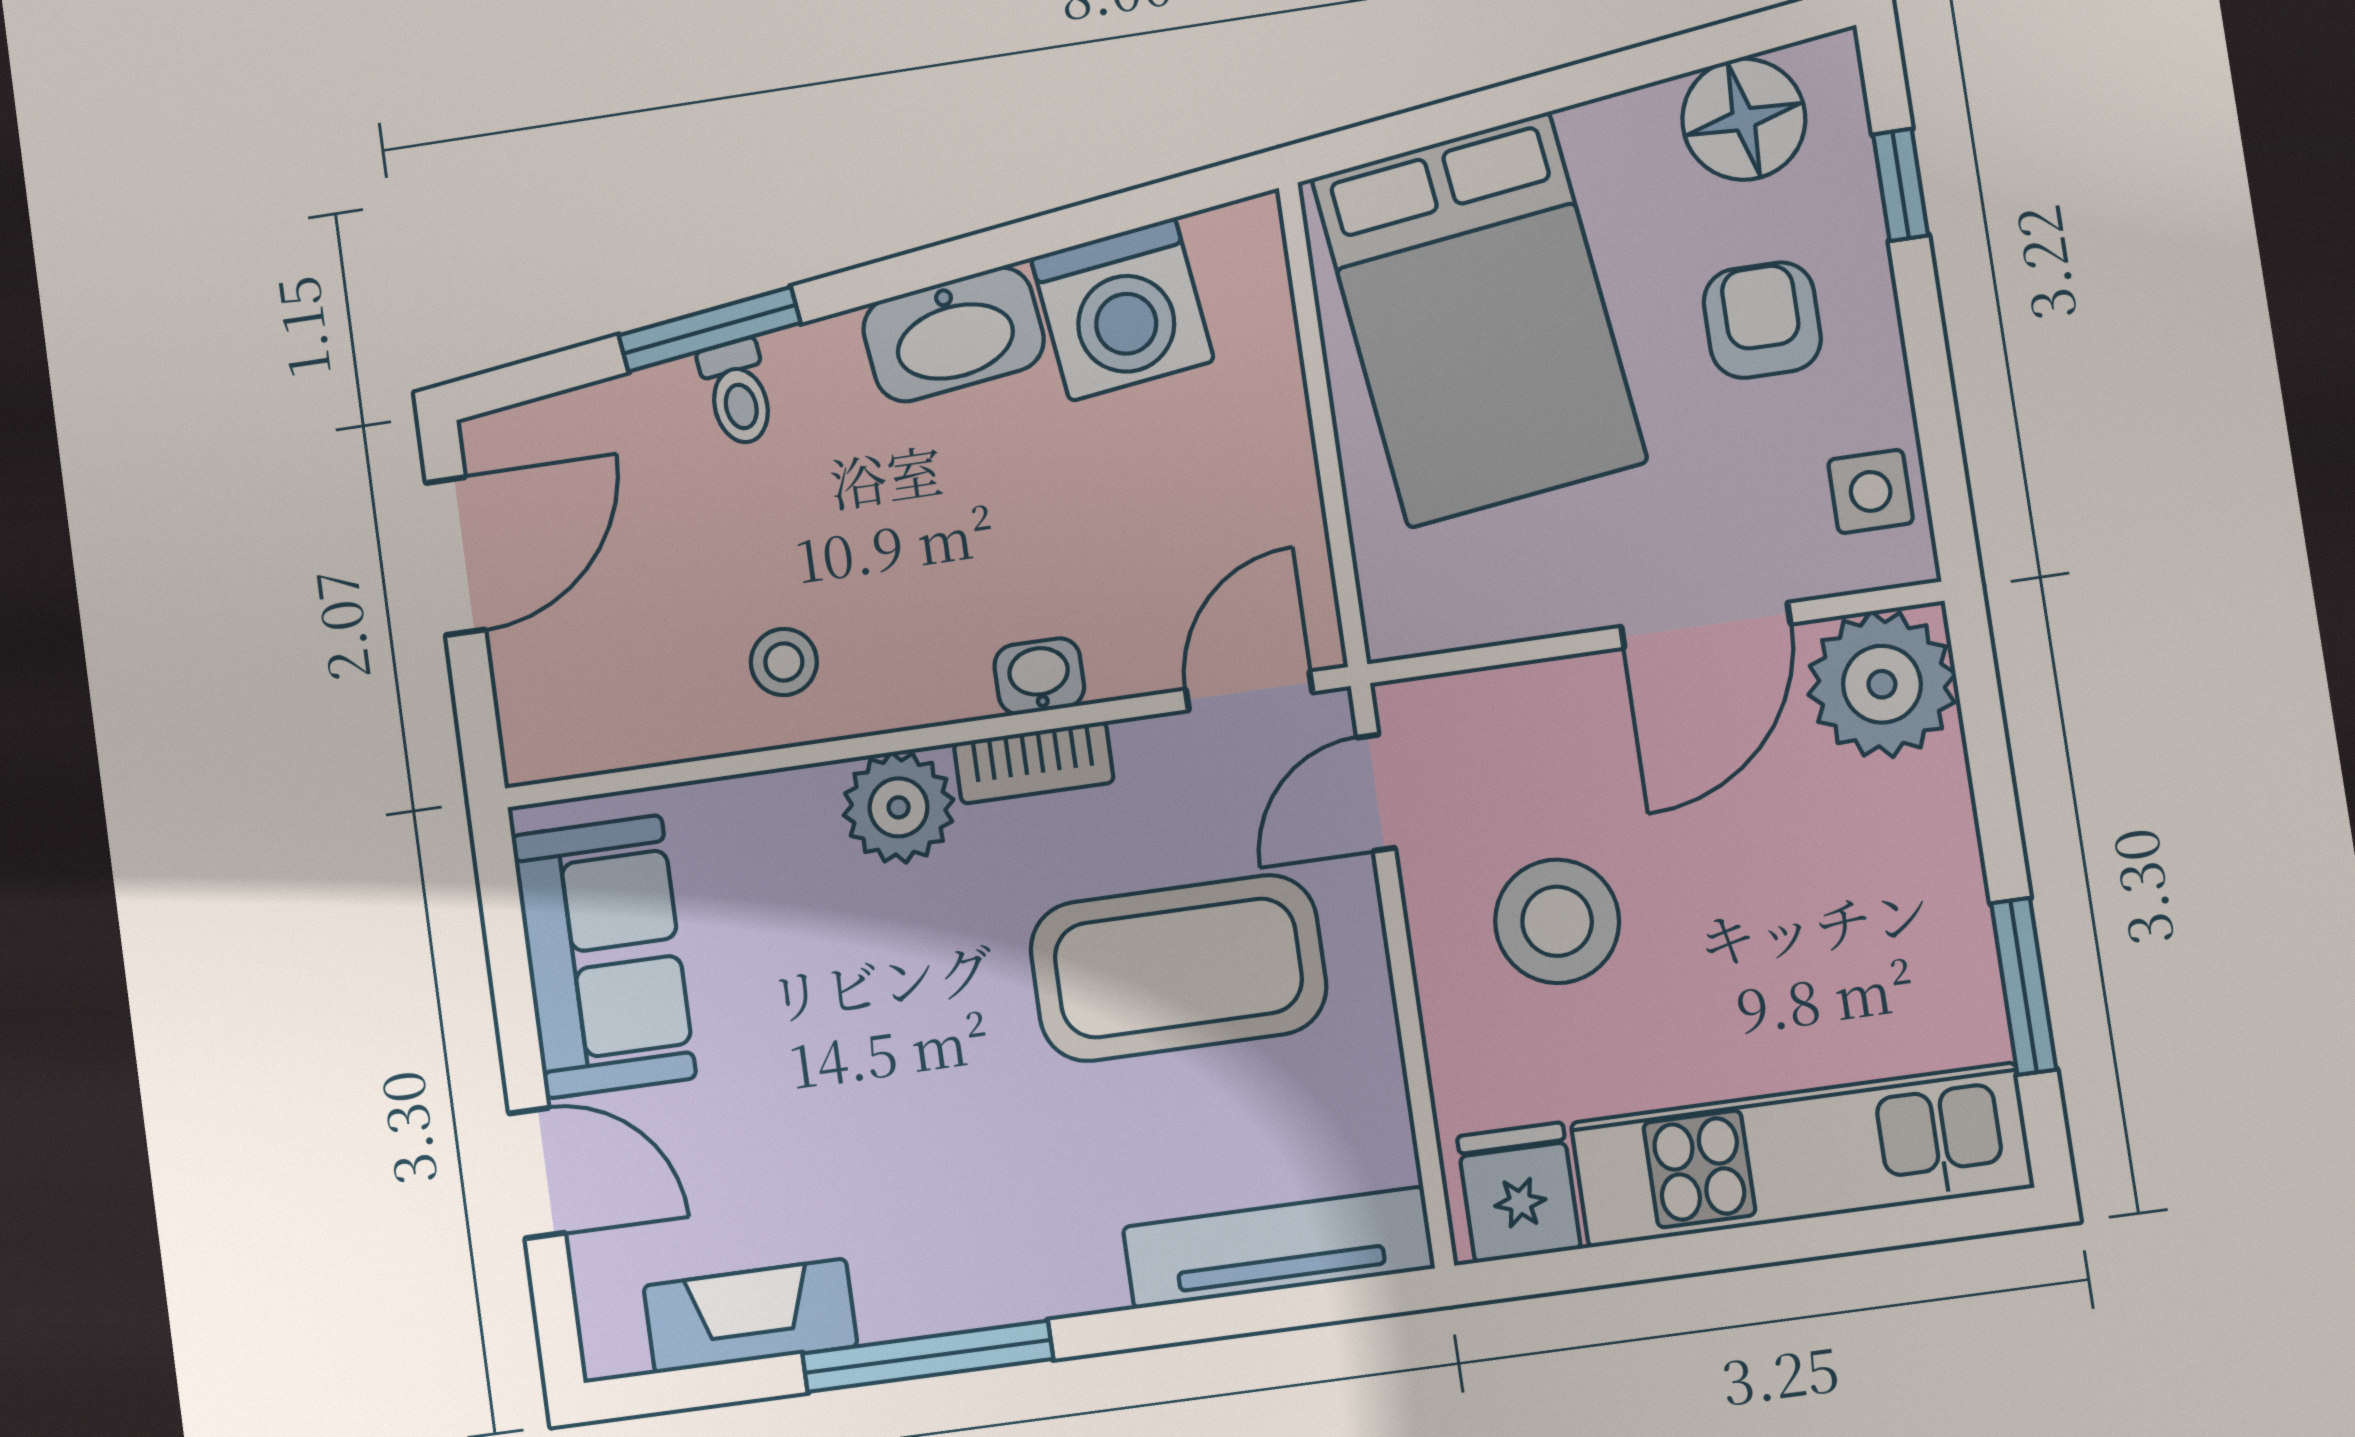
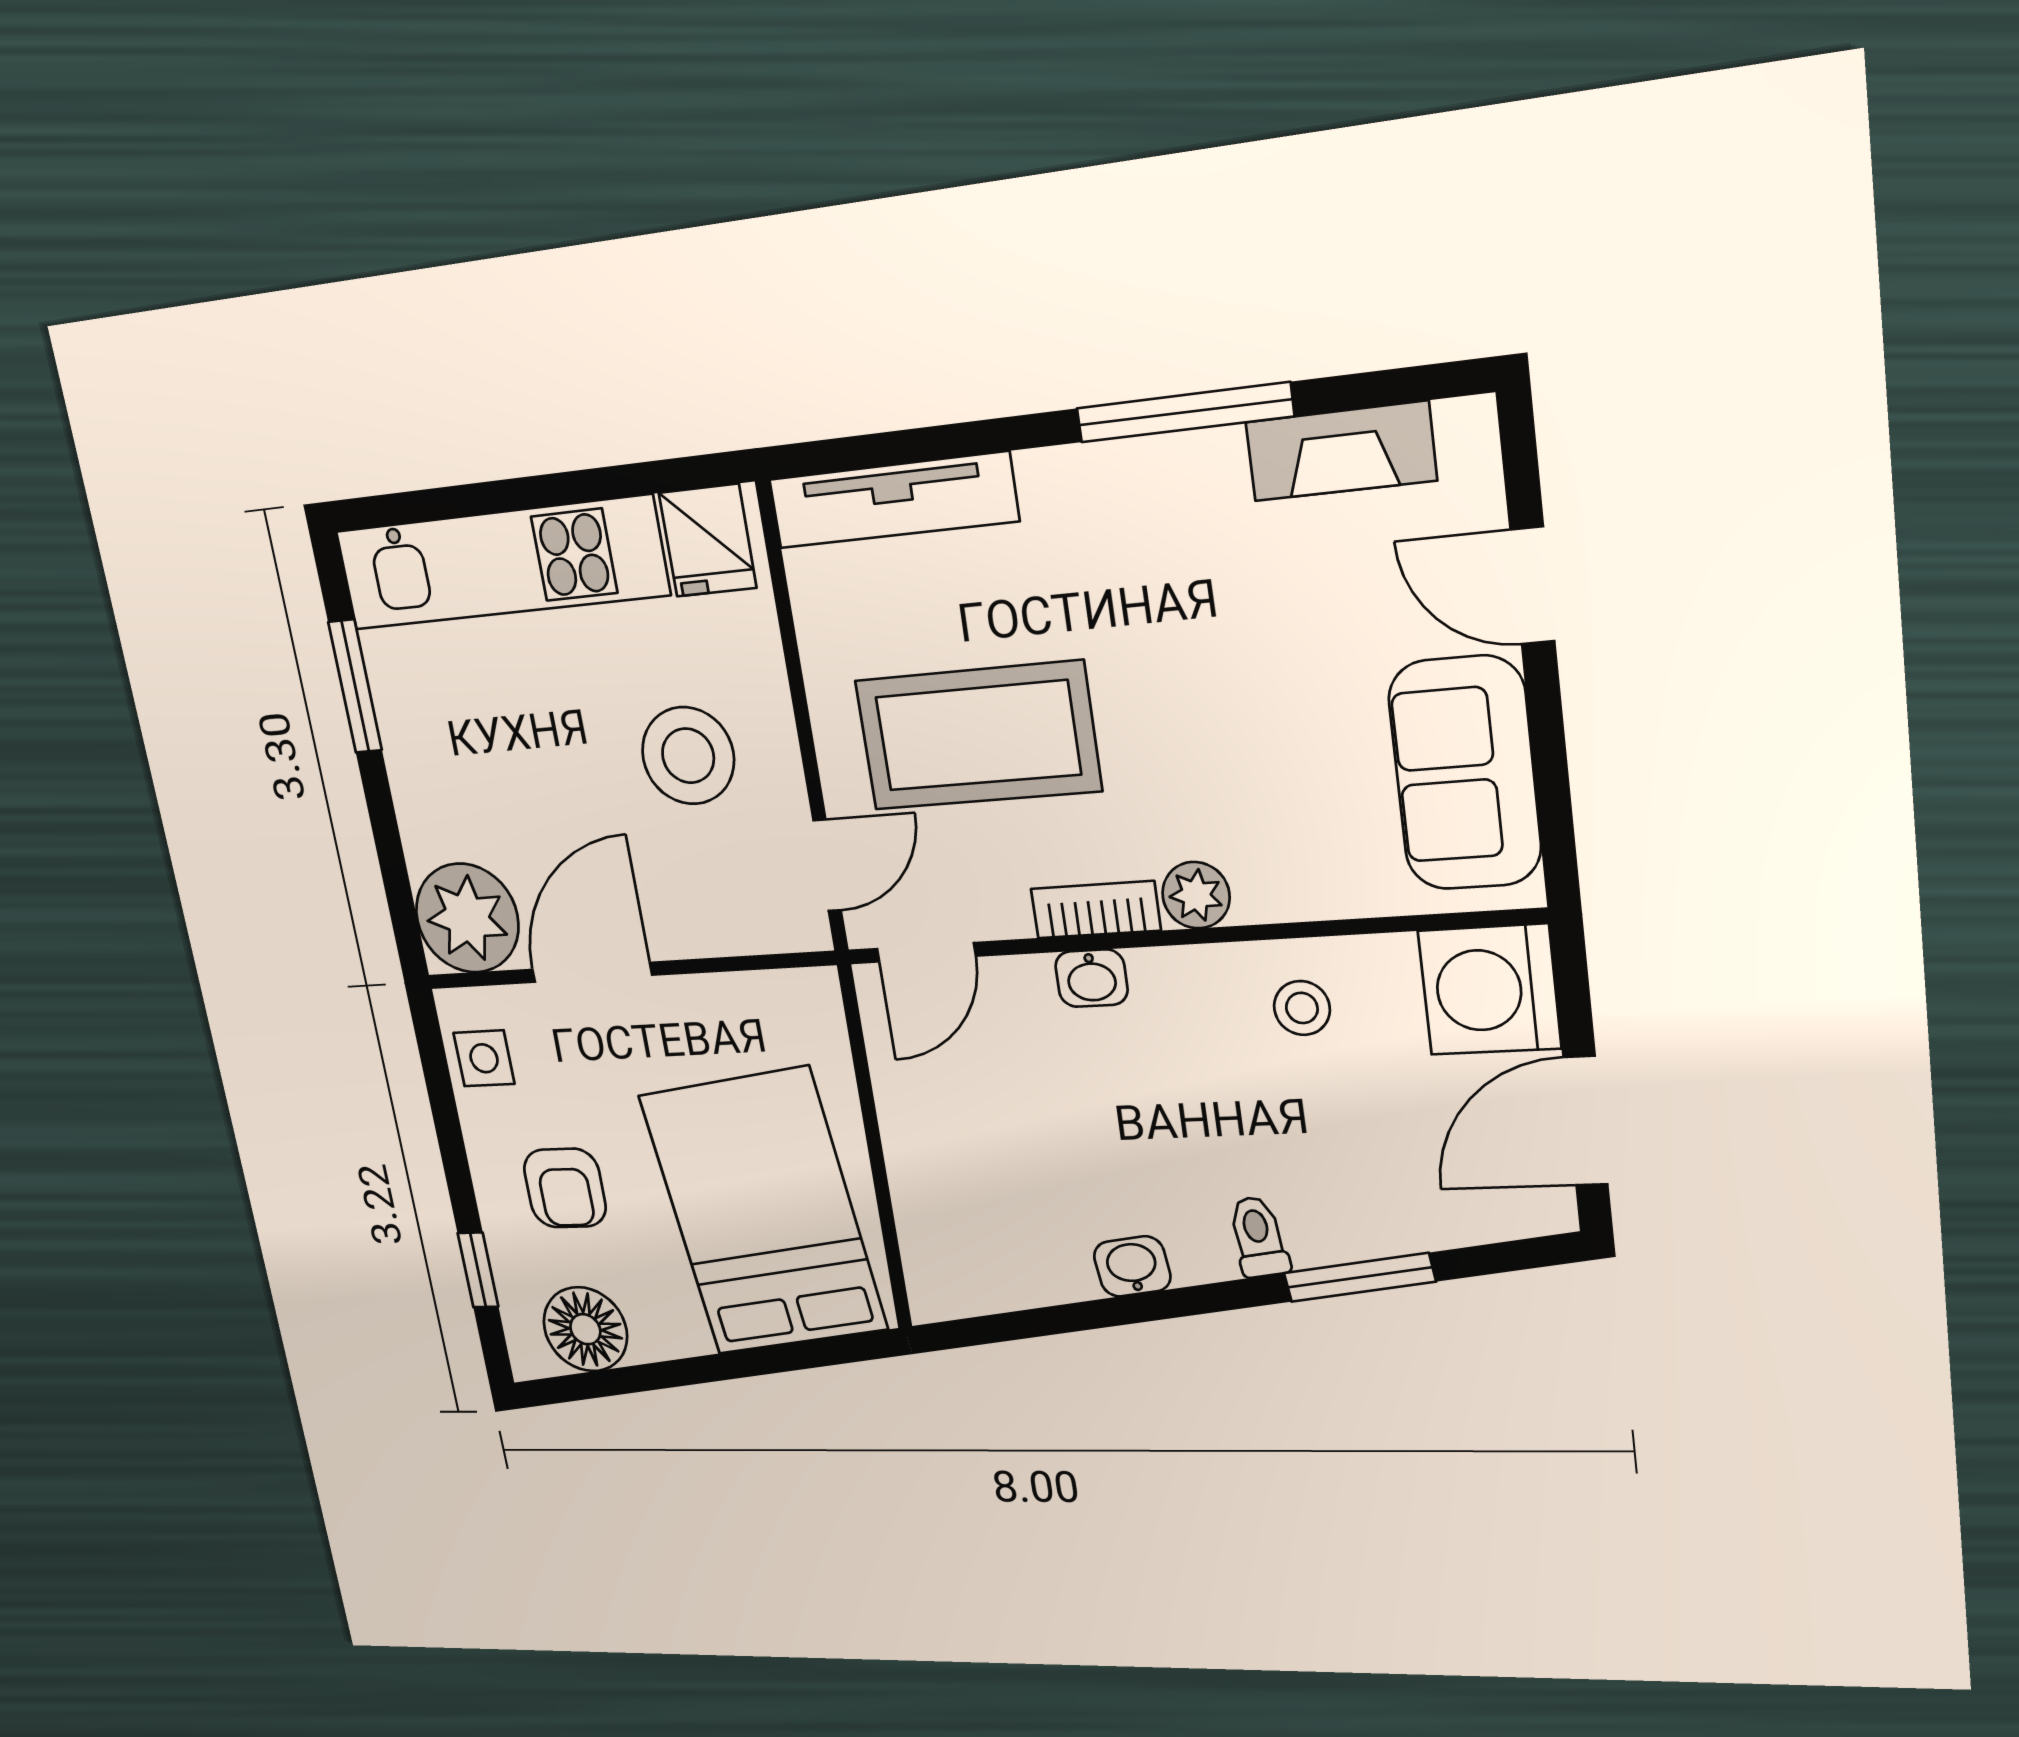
washing machine: (1122, 309) -> (1489, 990), moved, turned -83
washbasin: (953, 334) -> (1132, 1266), width x0.52, depth x0.69
toilet: (738, 393) -> (1258, 1237), moved
plant: (899, 807) -> (1196, 895), width x0.73, depth x0.73

